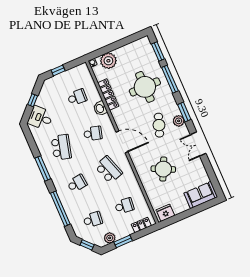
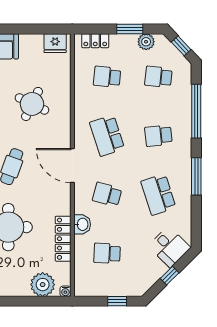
school desk: (61, 147) -> (158, 194), turned -33

